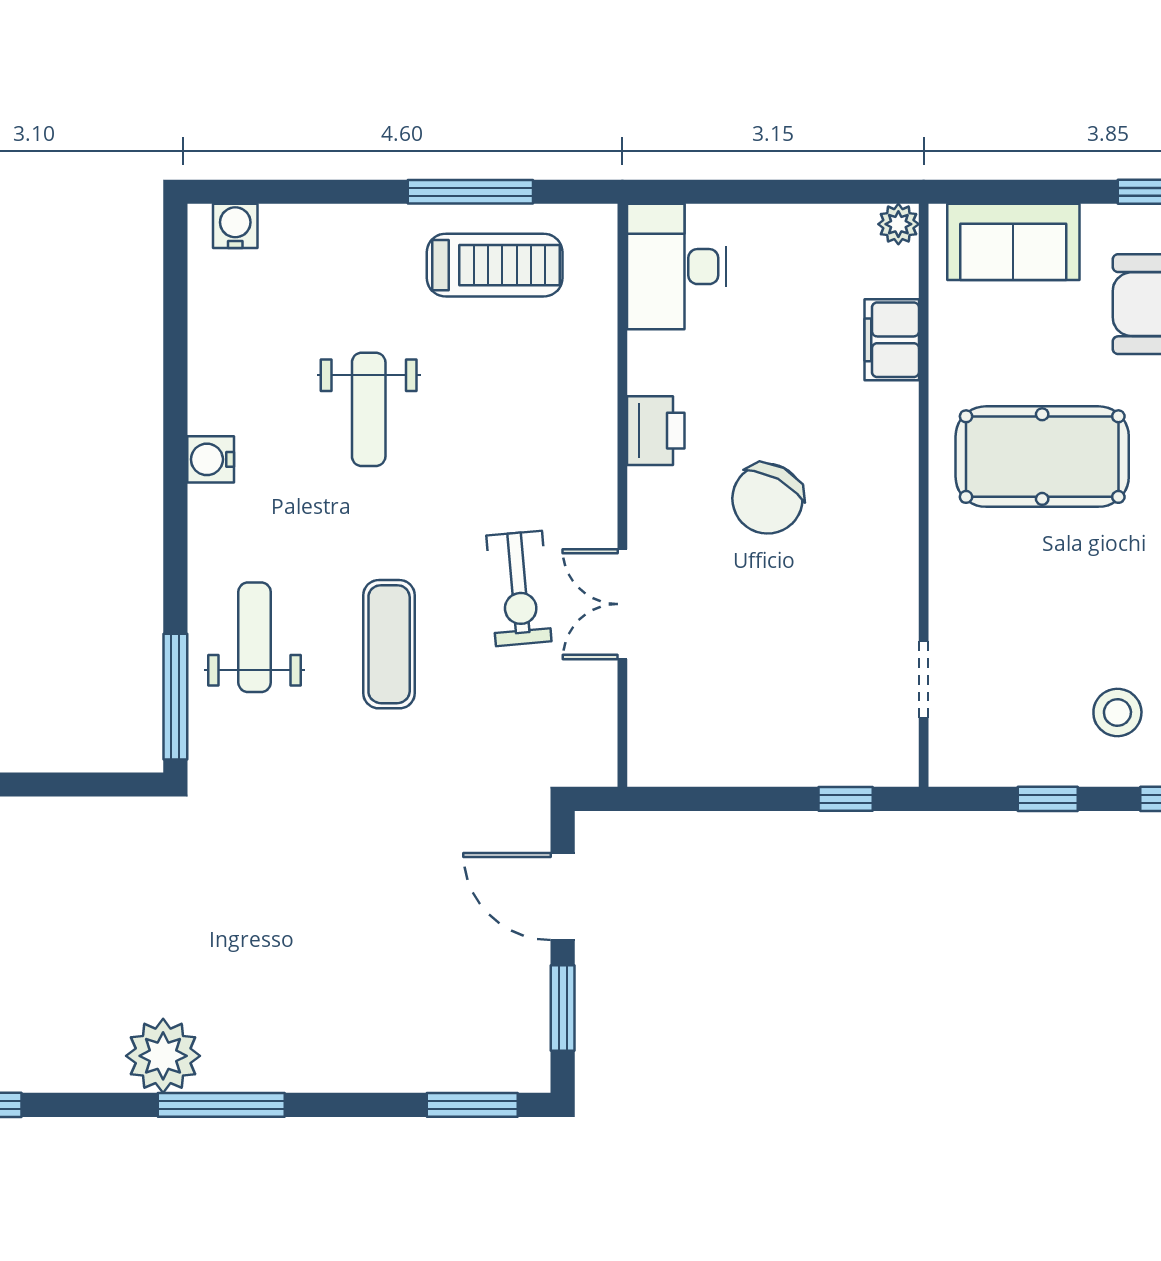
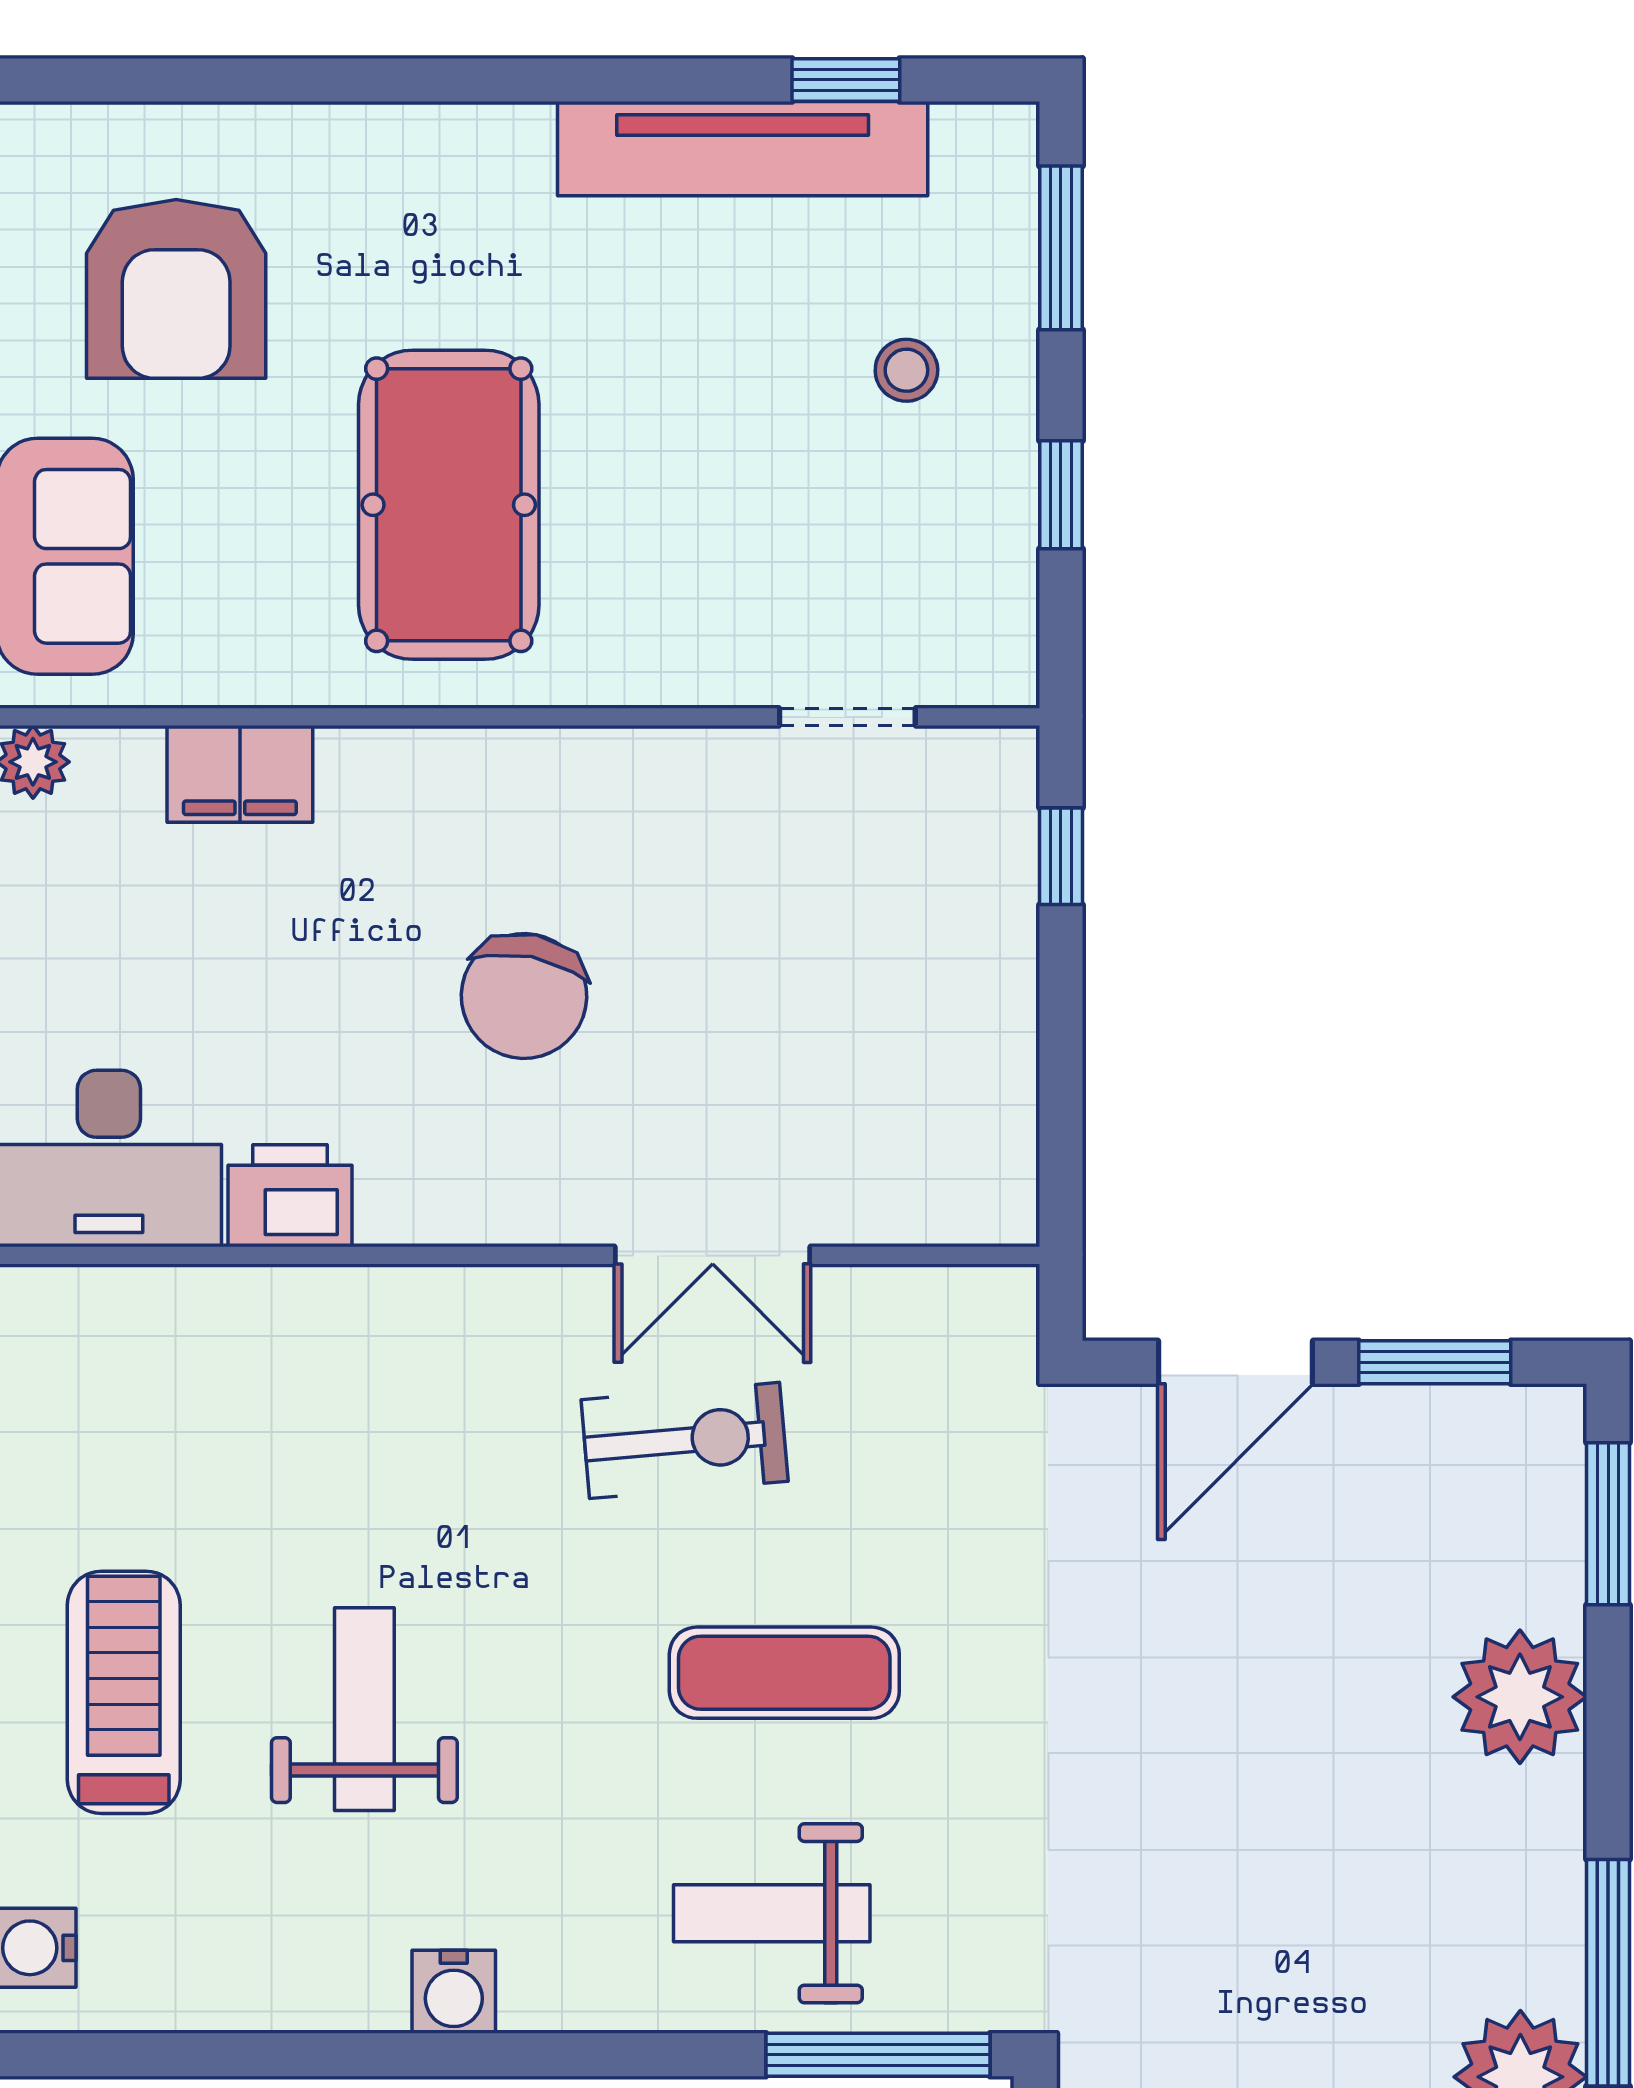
treadmill: (495, 265) -> (124, 1692), moved
weight bench: (369, 409) -> (364, 1709), turned -90
printer: (656, 431) -> (290, 1196), moved
chair: (767, 499) -> (524, 996), turned 73
stool: (1117, 713) -> (906, 370), width x0.73, depth x0.73
plant: (376, 1056) -> (1520, 1697), added

